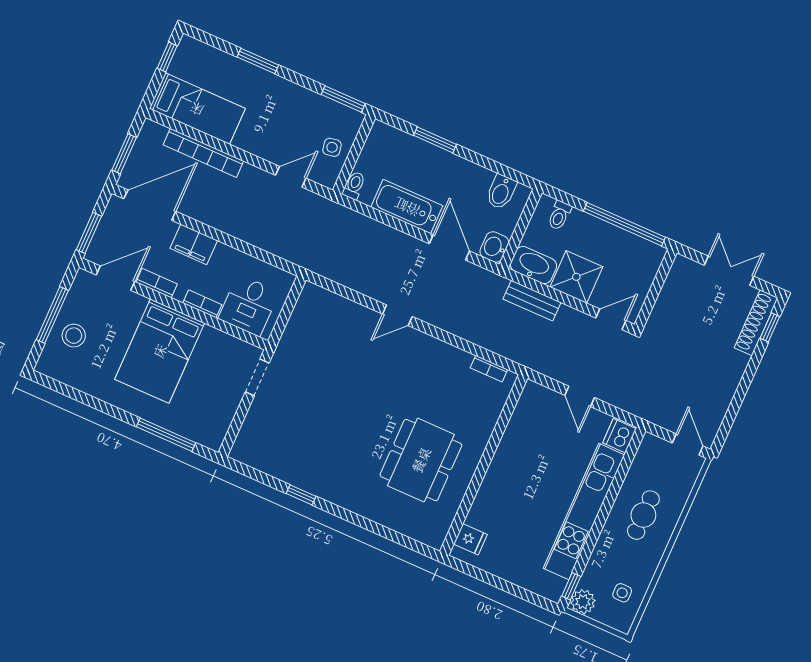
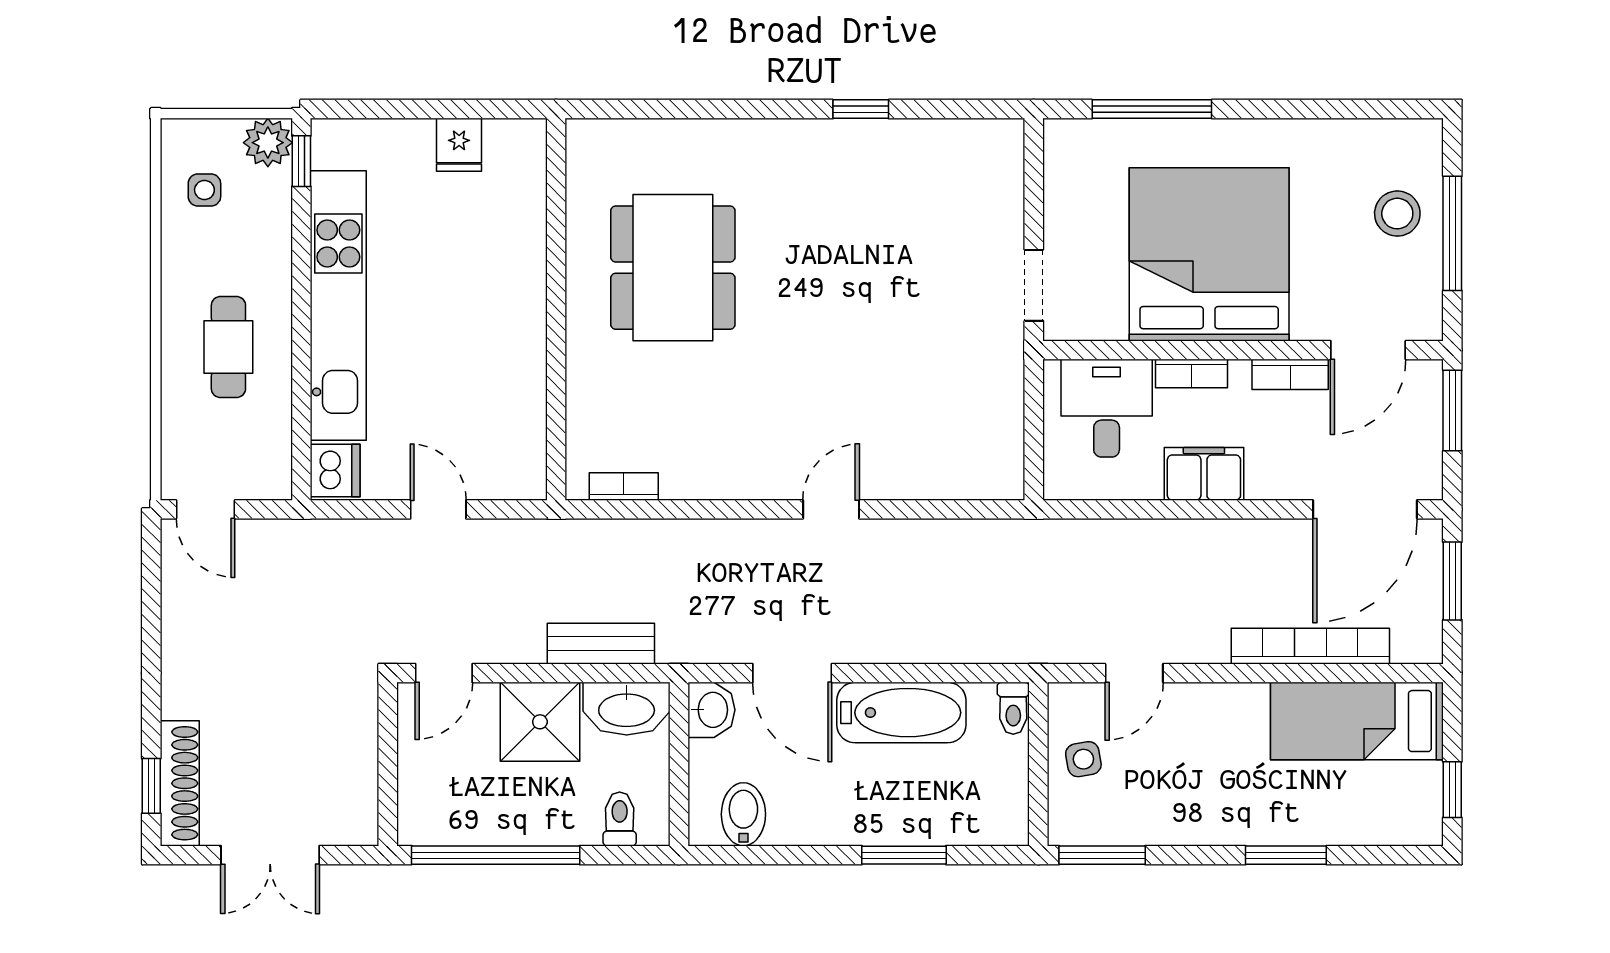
filing cabinet: (194, 244) -> (1204, 474), moved
bed: (160, 351) -> (1209, 254), width x1.36
fridge: (470, 539) -> (459, 145), moved, turned -90

